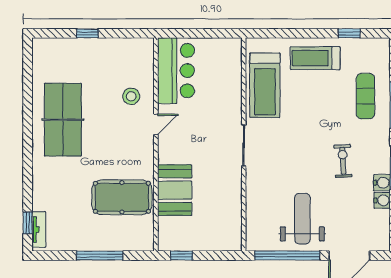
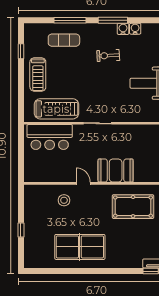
bar counter: (176, 71) -> (50, 137), moved, turned 180
booth: (175, 190) -> (116, 171), moved
pool table: (122, 197) -> (133, 207), turned 90

